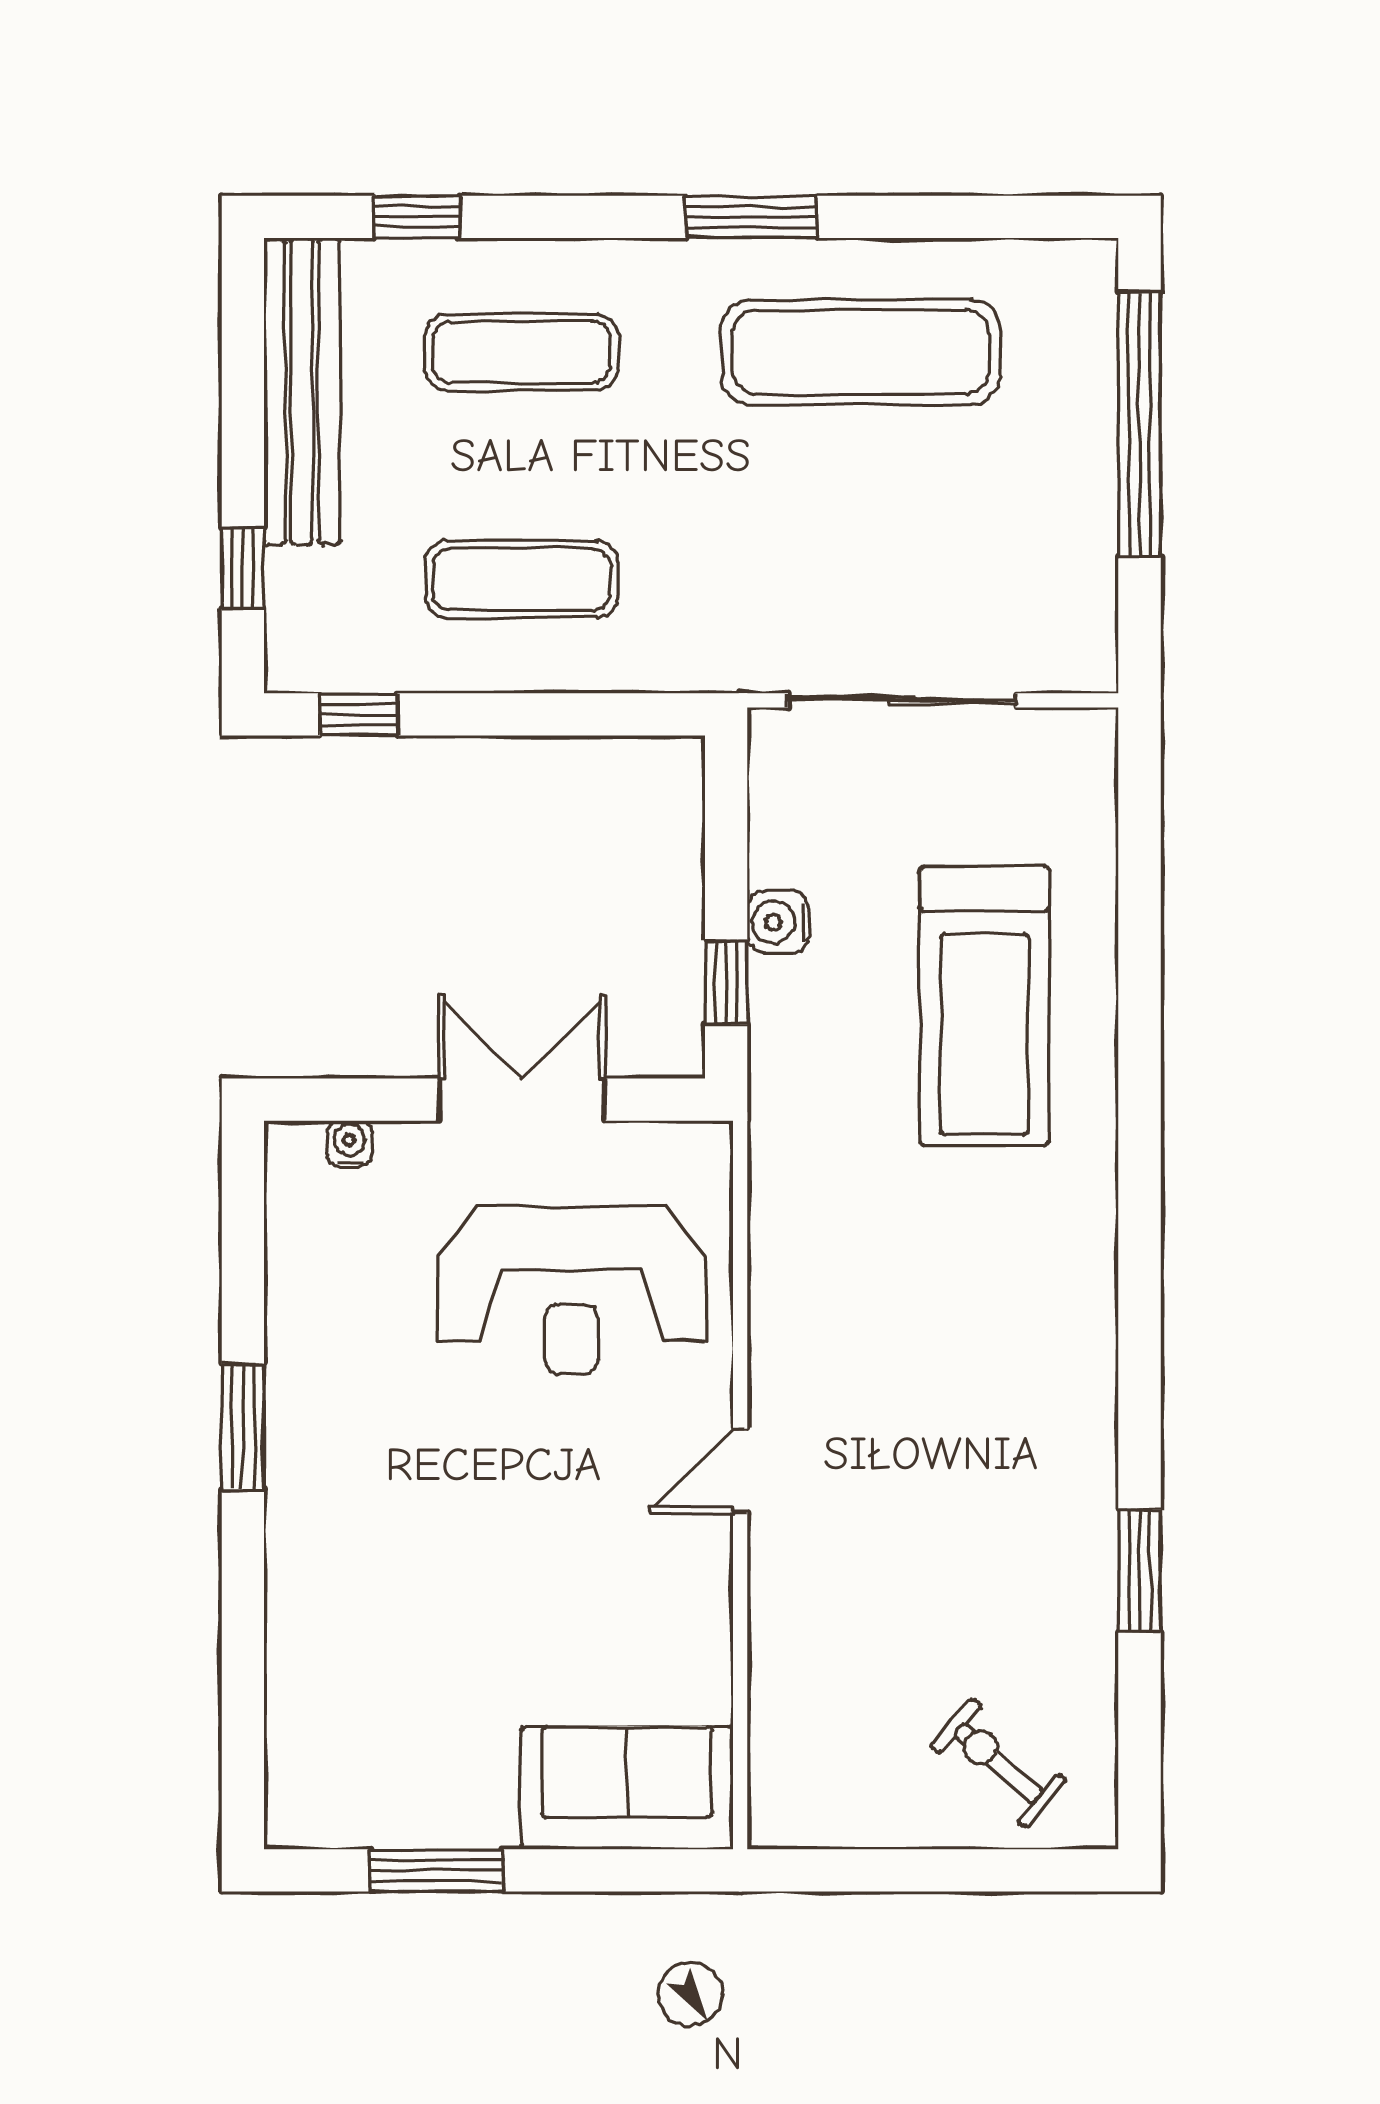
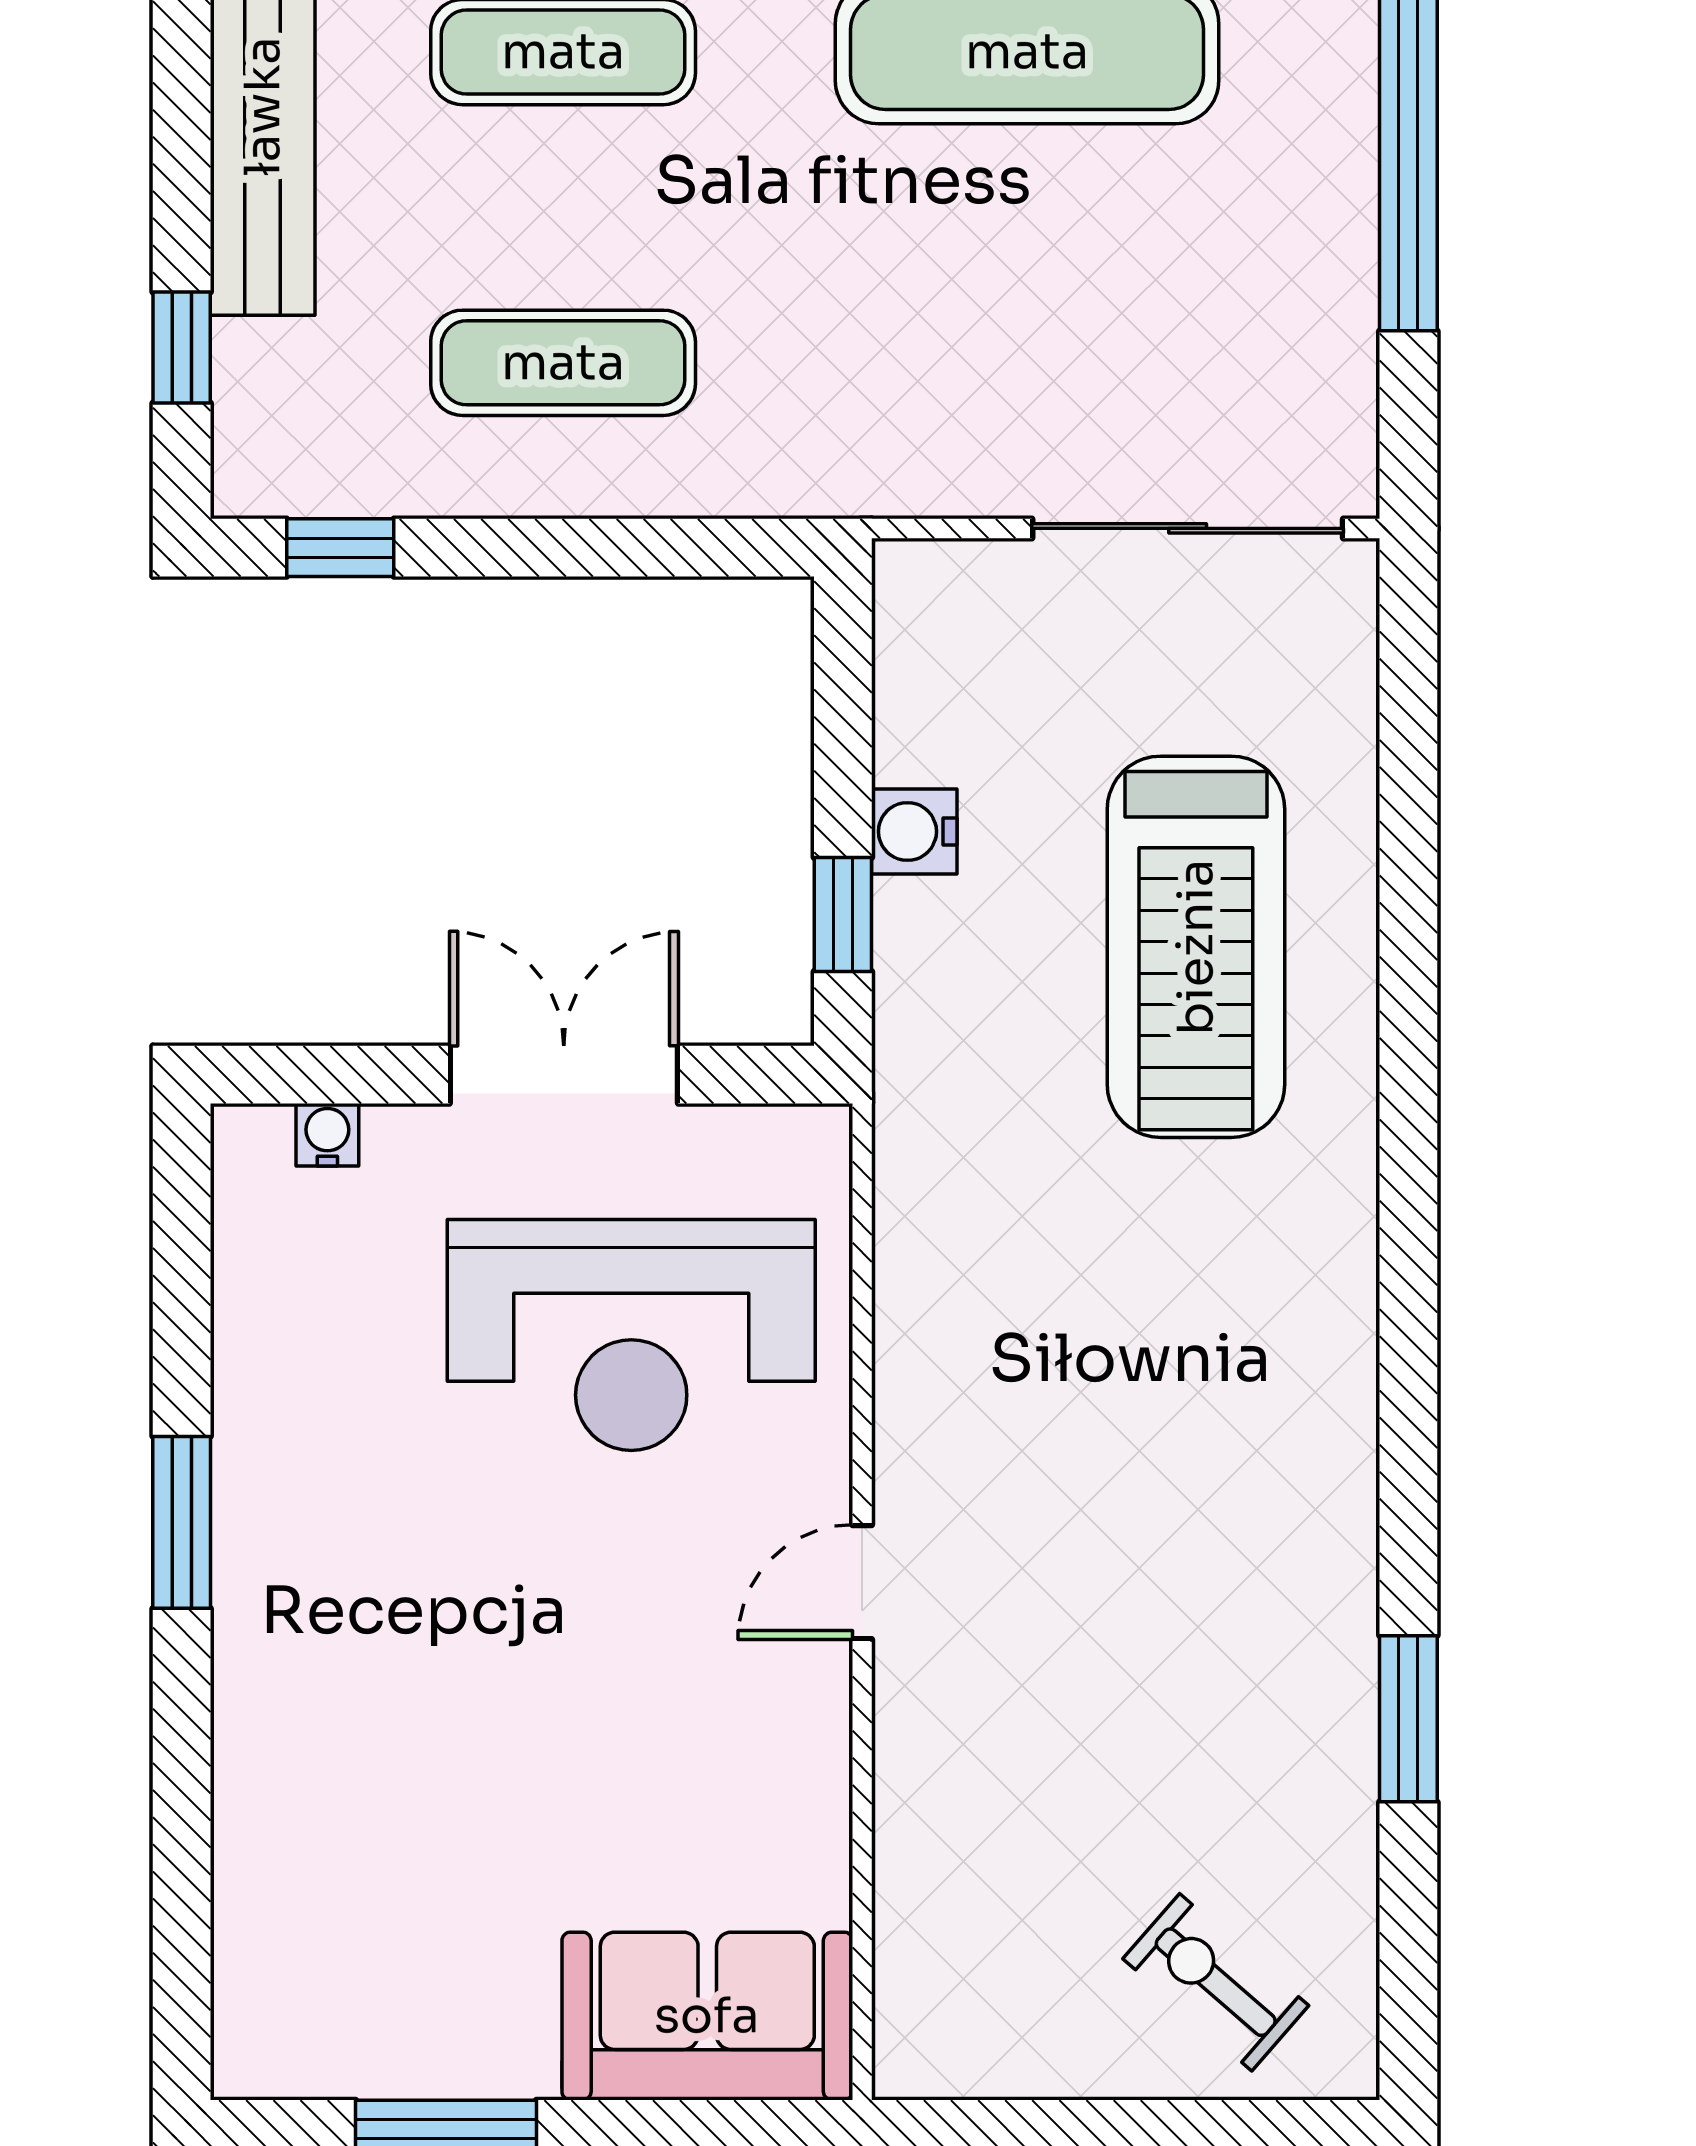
sliding door: (902, 700) -> (1188, 528), moved

